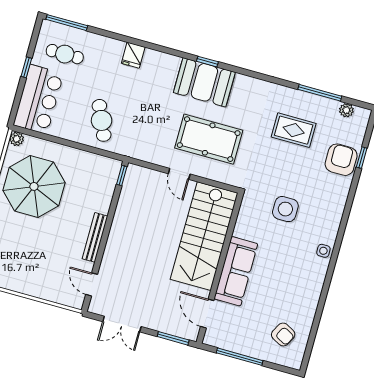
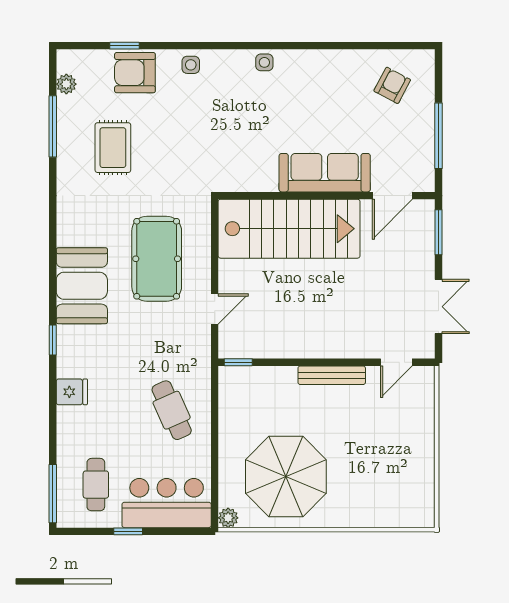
window: (207, 62) -> (53, 340), moved
cafe table: (102, 120) -> (172, 410), turned 90
door: (179, 174) -> (215, 309), moved
side table: (285, 209) -> (191, 65), moved, width x0.54, depth x0.54

